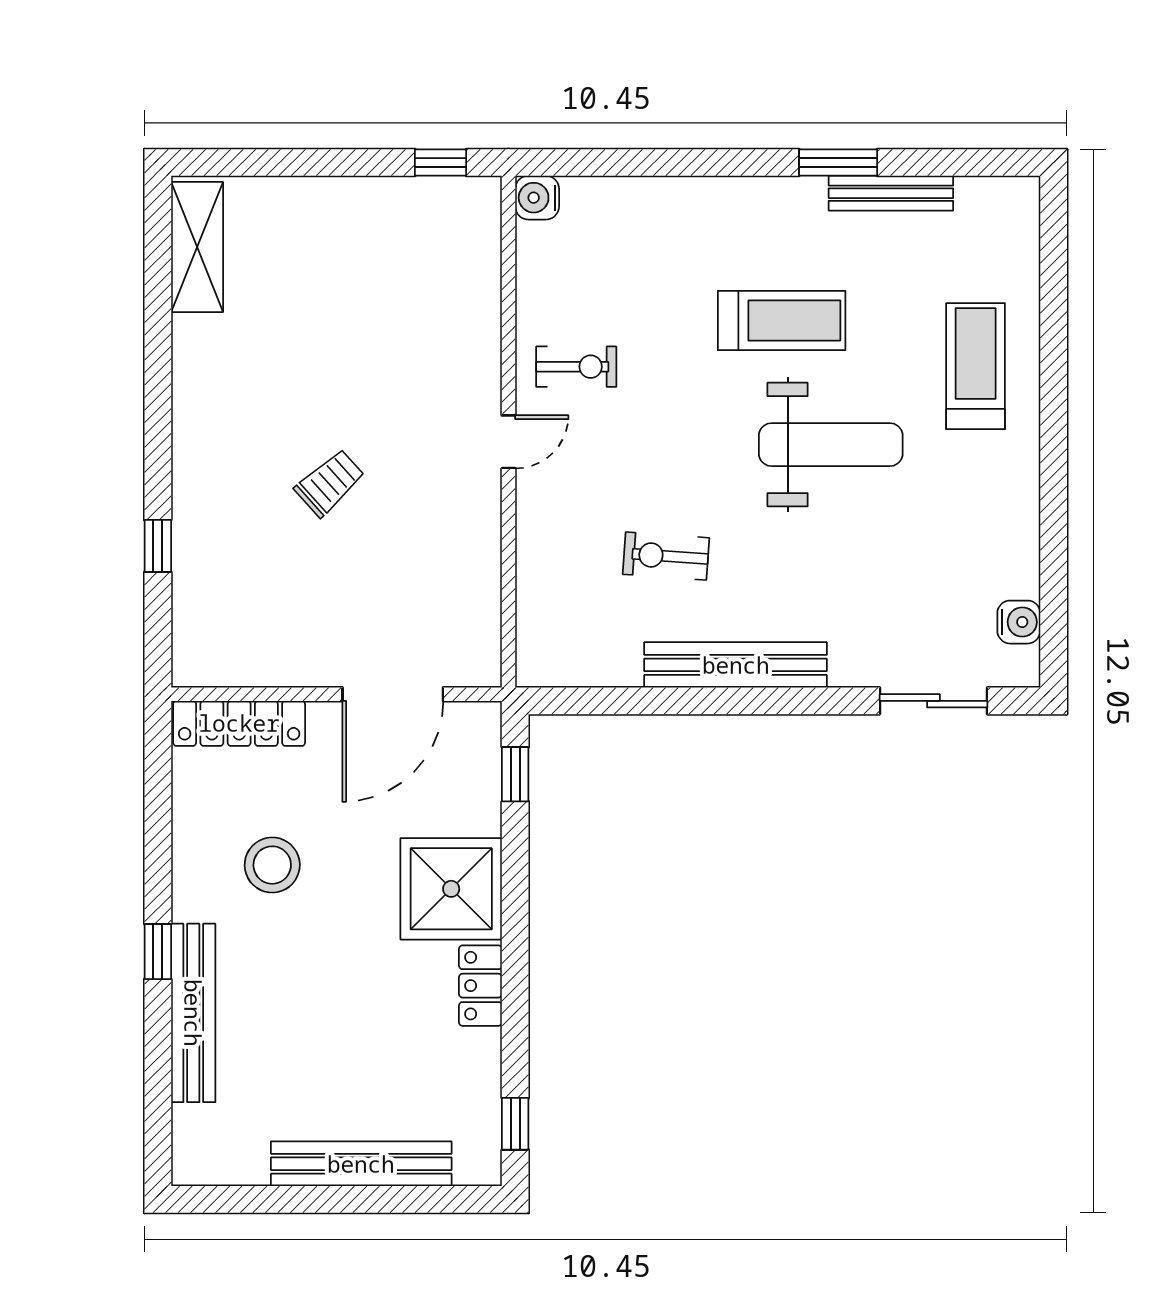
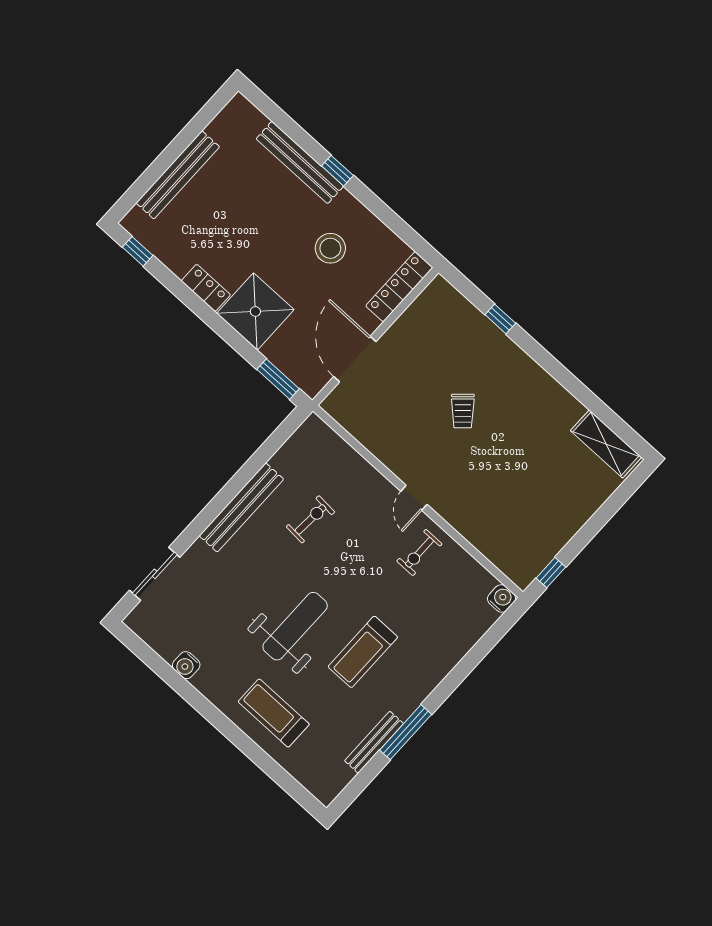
window: (838, 163) -> (406, 732), width x1.44
treadmill: (976, 366) -> (274, 713), turned 180
weight bench: (831, 445) -> (295, 626), turned 180
water cooler: (1019, 622) -> (186, 665), moved
window: (515, 774) -> (278, 379), width x1.50

